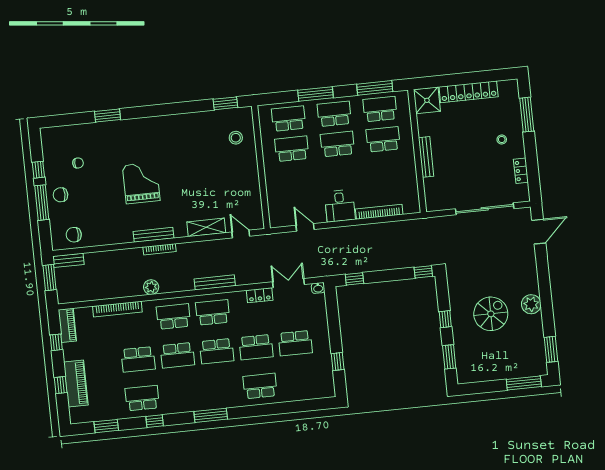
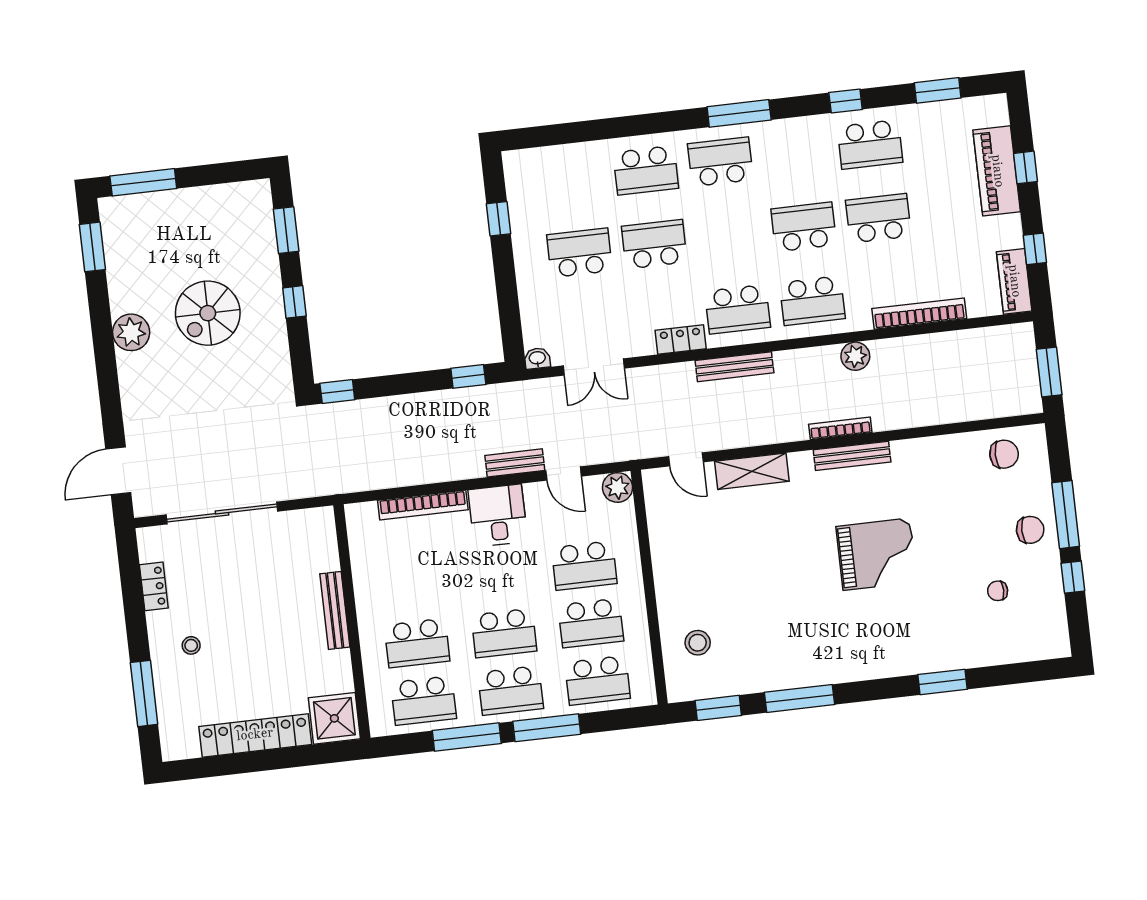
window: (375, 88) -> (467, 737), moved
window: (183, 108) -> (800, 698), added
school desk: (295, 179) -> (584, 566), added
grand piano: (141, 183) -> (877, 554), turned -90
plant: (277, 220) -> (617, 487), added
bench: (68, 260) -> (515, 463), moved
locker: (260, 295) -> (681, 339), moved
school desk: (217, 351) -> (720, 162), moved

